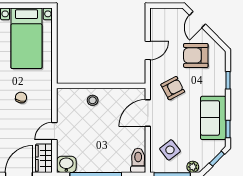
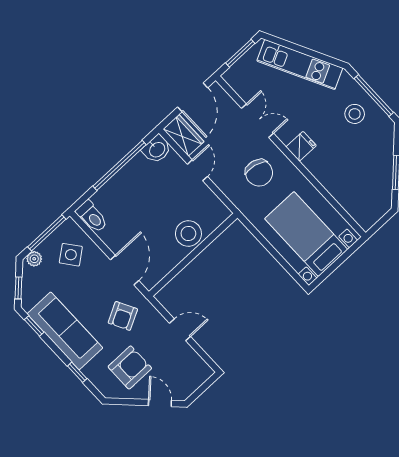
door: (148, 50) -> (180, 330), swing flipped
chair: (21, 97) -> (259, 173), width x1.87, depth x1.87
stool: (93, 100) -> (188, 233), width x1.89, depth x1.89
sofa: (213, 118) -> (65, 331), width x1.36

